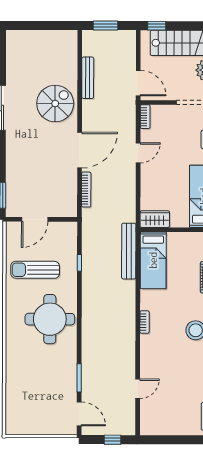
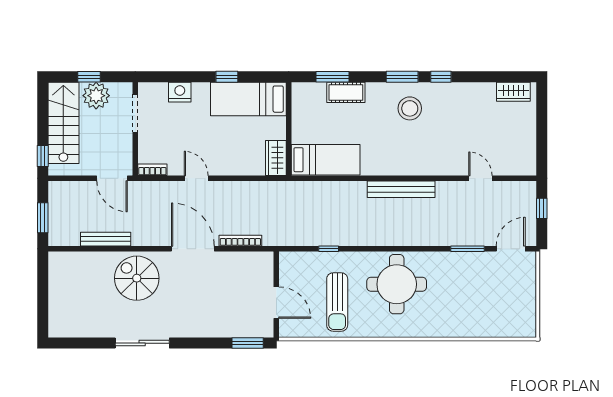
door: (138, 83) -> (112, 178), swing flipped
bench: (129, 251) -> (401, 189), moved
bookcase: (145, 322) -> (400, 170), removed

